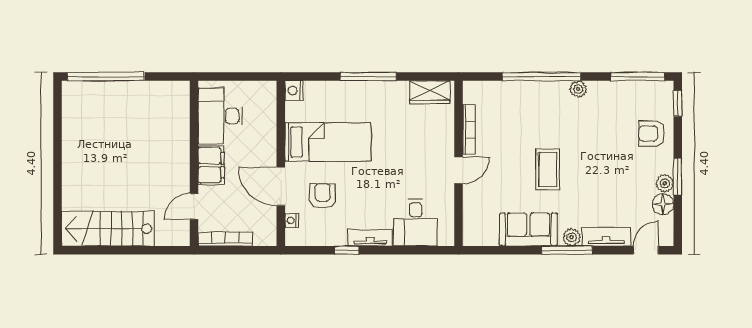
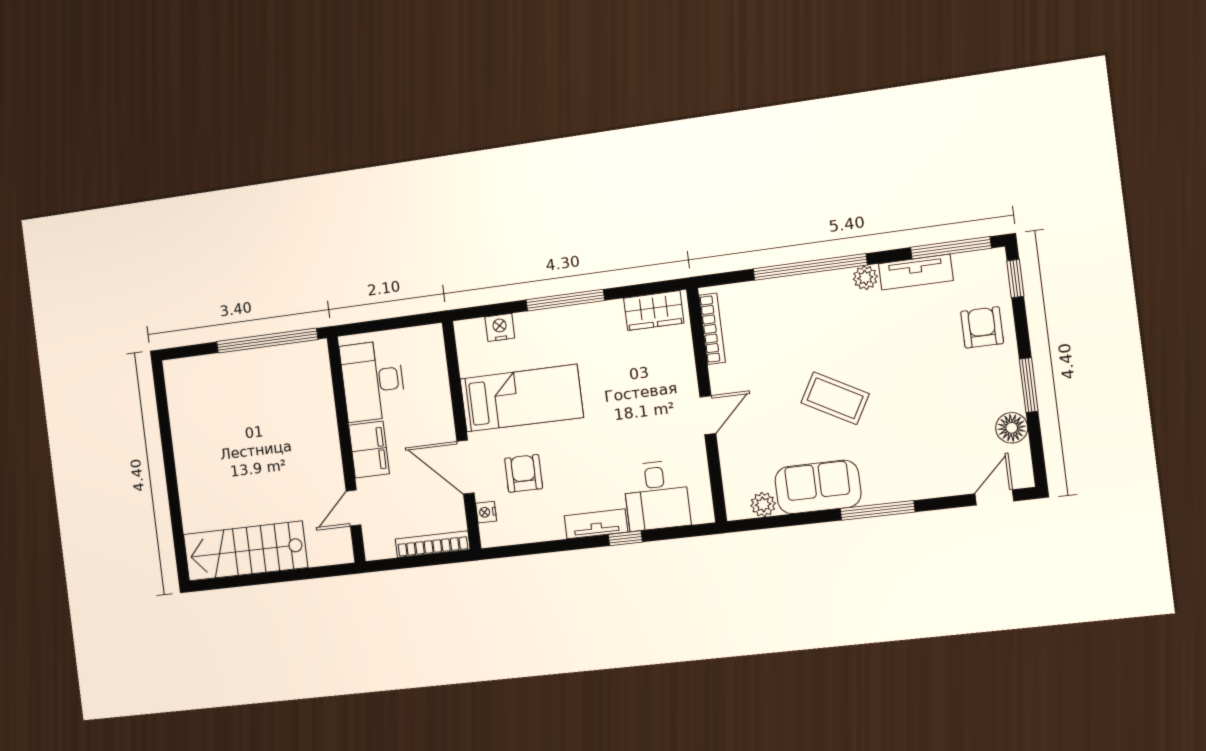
window: (106, 77) -> (267, 341), moved
nightstand: (294, 90) -> (500, 327), moved, turned 90
bookcase: (469, 130) -> (712, 329), moved
armchair: (652, 133) -> (982, 327), turned 90
coffee table: (548, 169) -> (835, 398), turned -61
plant: (665, 183) -> (1010, 397), removed
plant: (572, 237) -> (763, 504), moved
tv unit: (606, 237) -> (916, 272), moved, turned 180
bookcase: (225, 239) -> (433, 544), moved
window: (347, 250) -> (625, 538), moved

